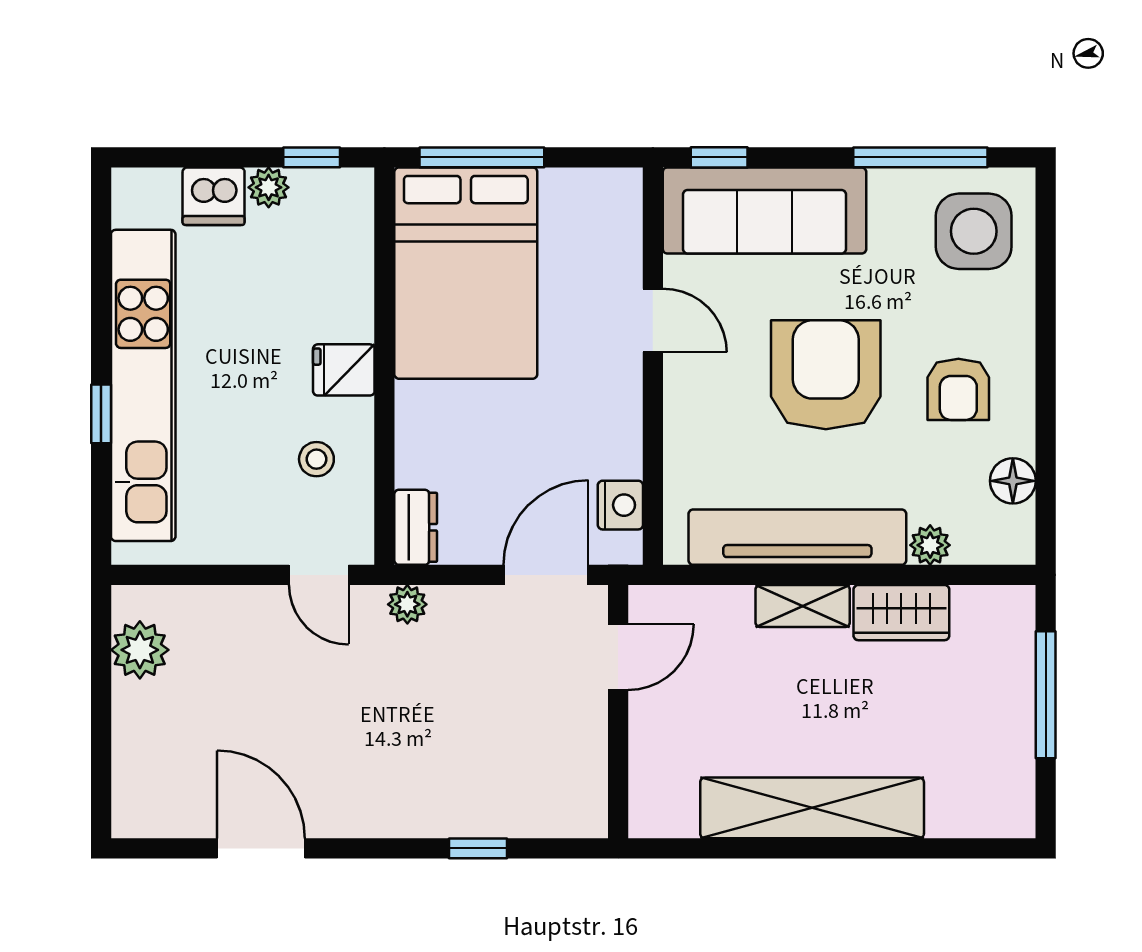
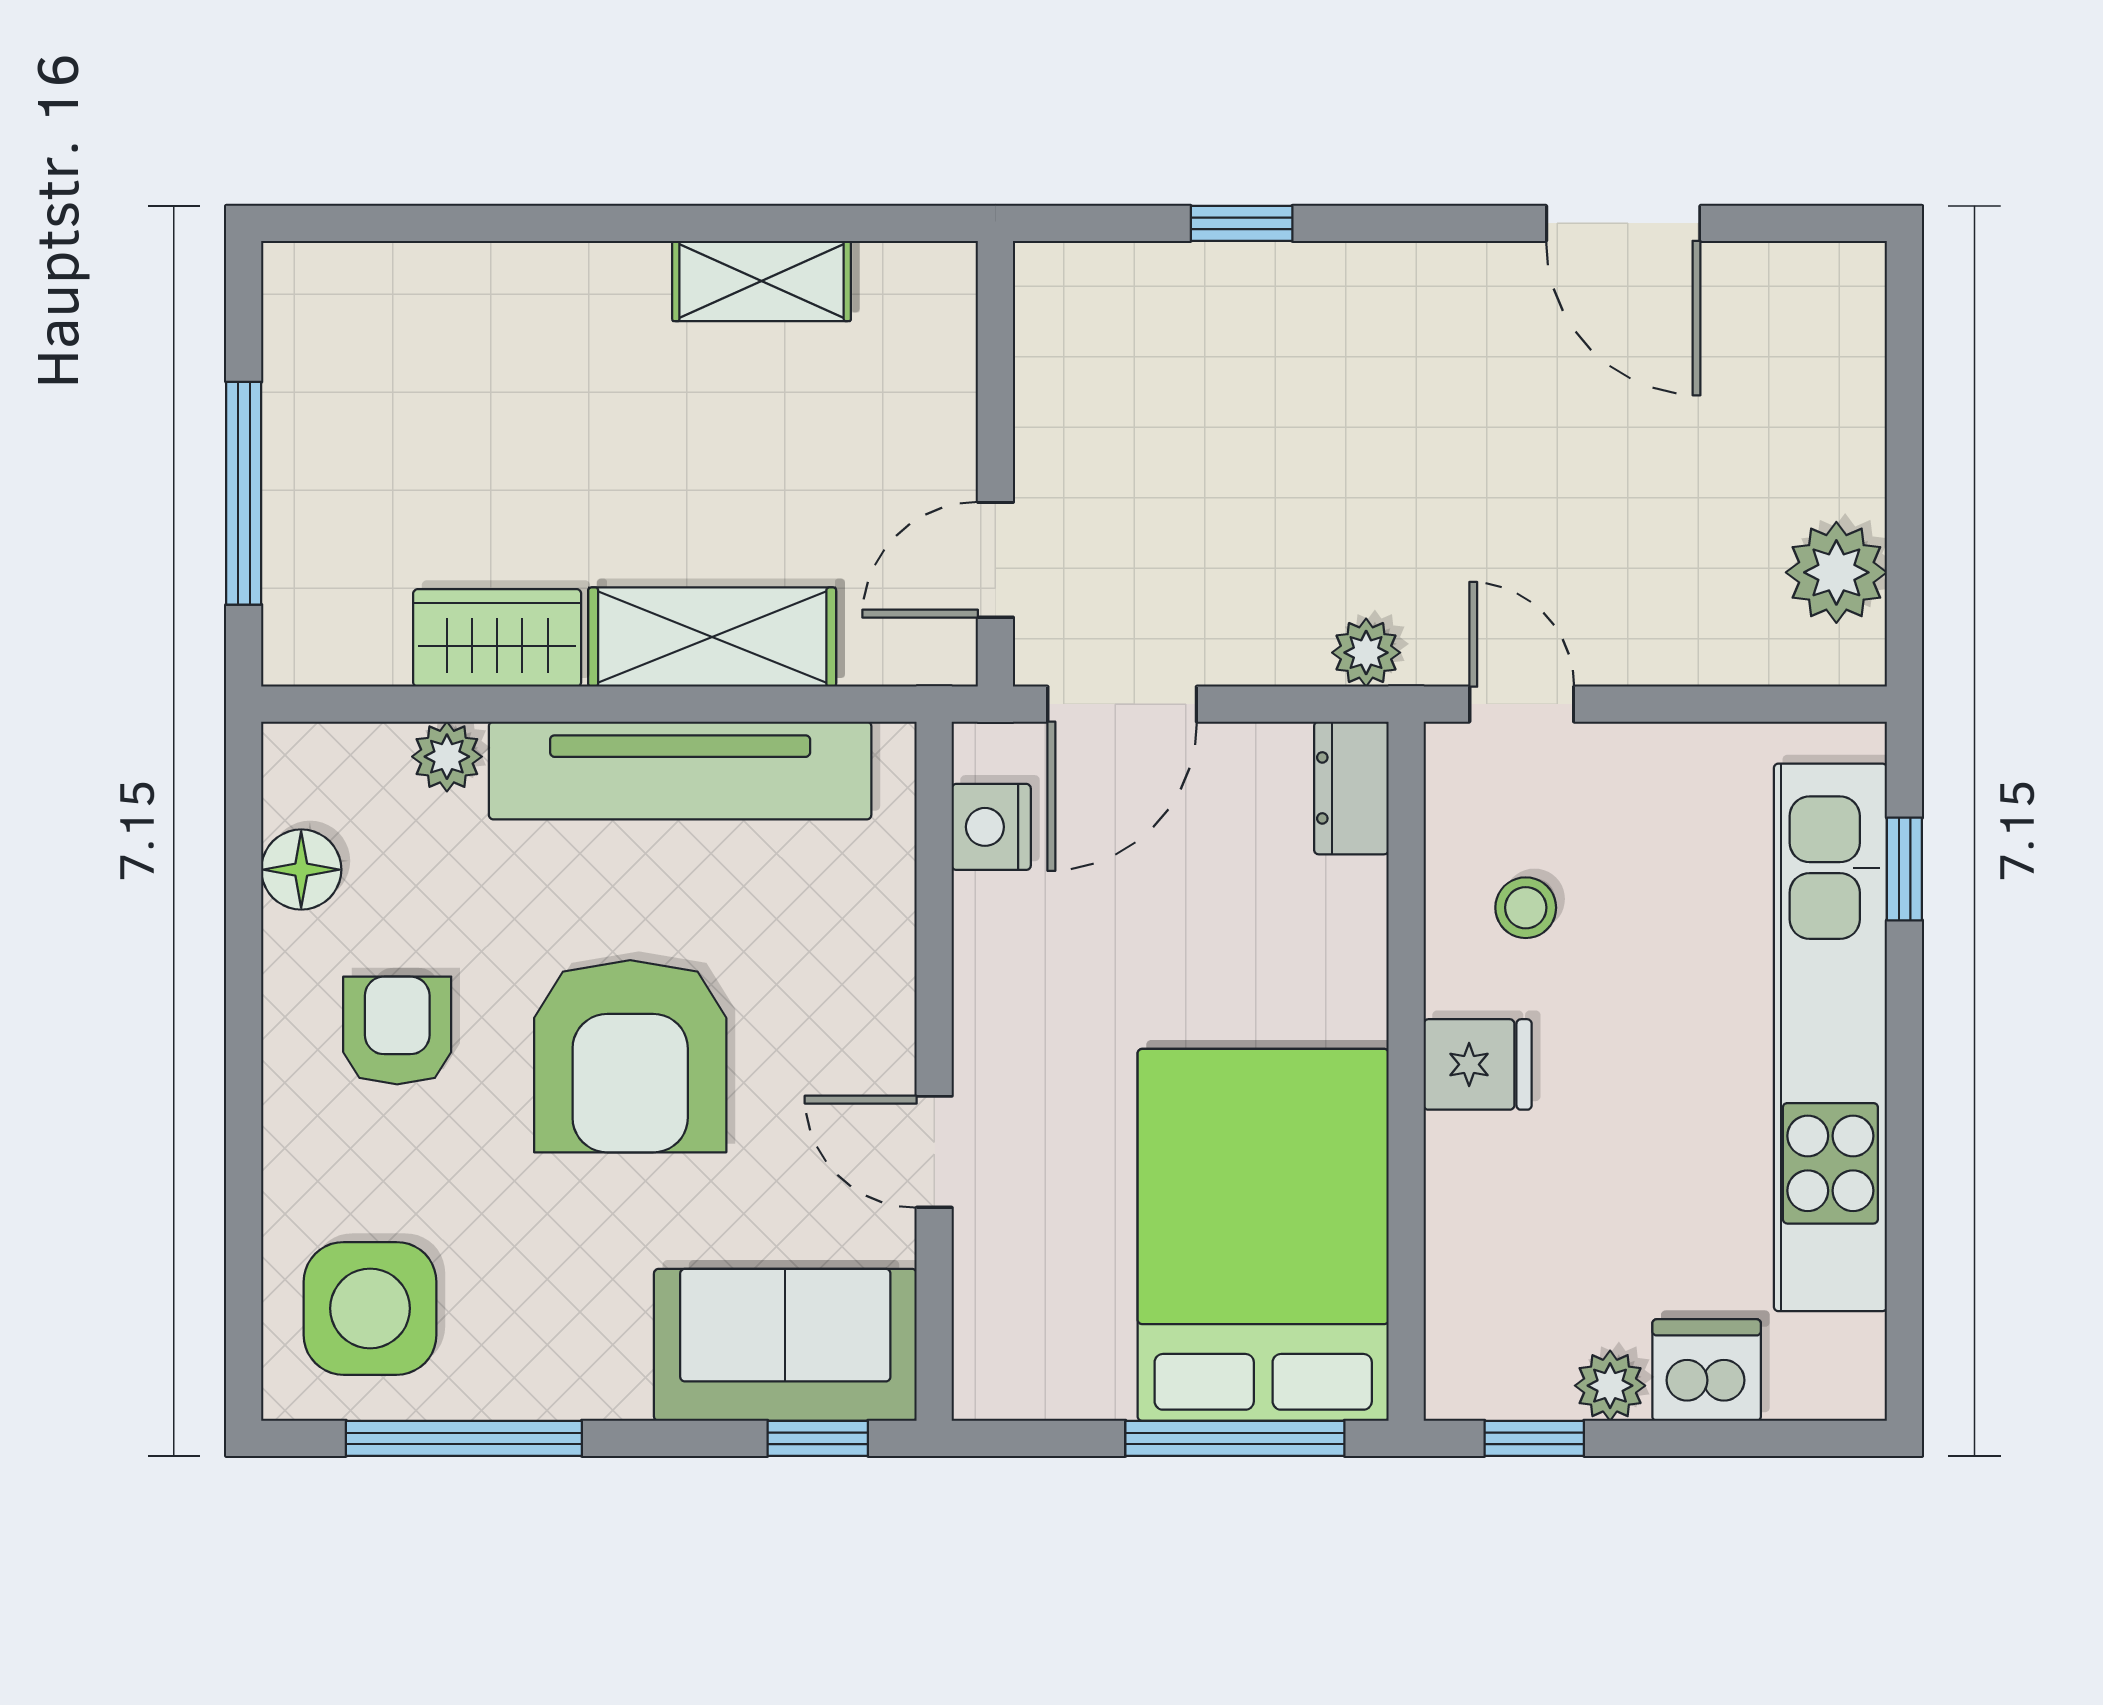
sofa: (764, 211) -> (785, 1345), width x0.73
window: (101, 414) -> (1904, 869), moved
shelving: (803, 606) -> (712, 637), width x1.50, depth x1.33
shelving: (812, 808) -> (762, 281), width x0.45, depth x0.75

